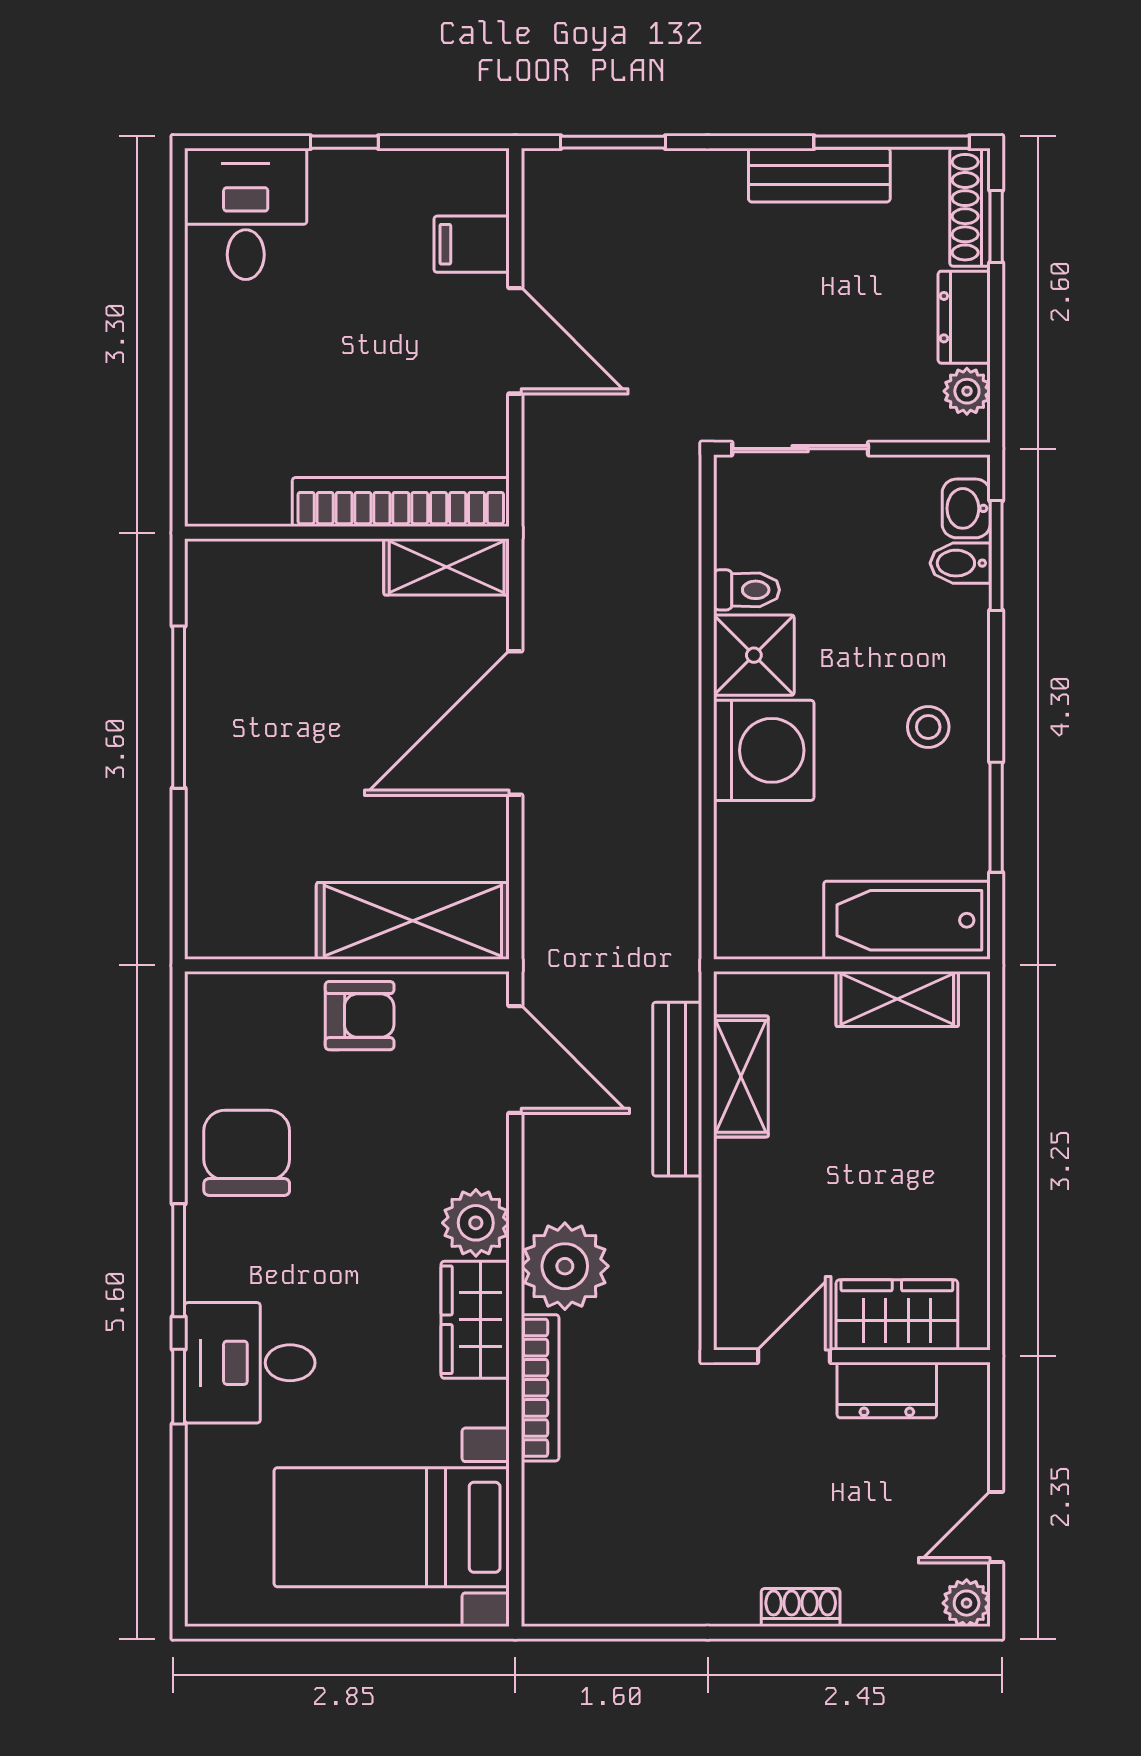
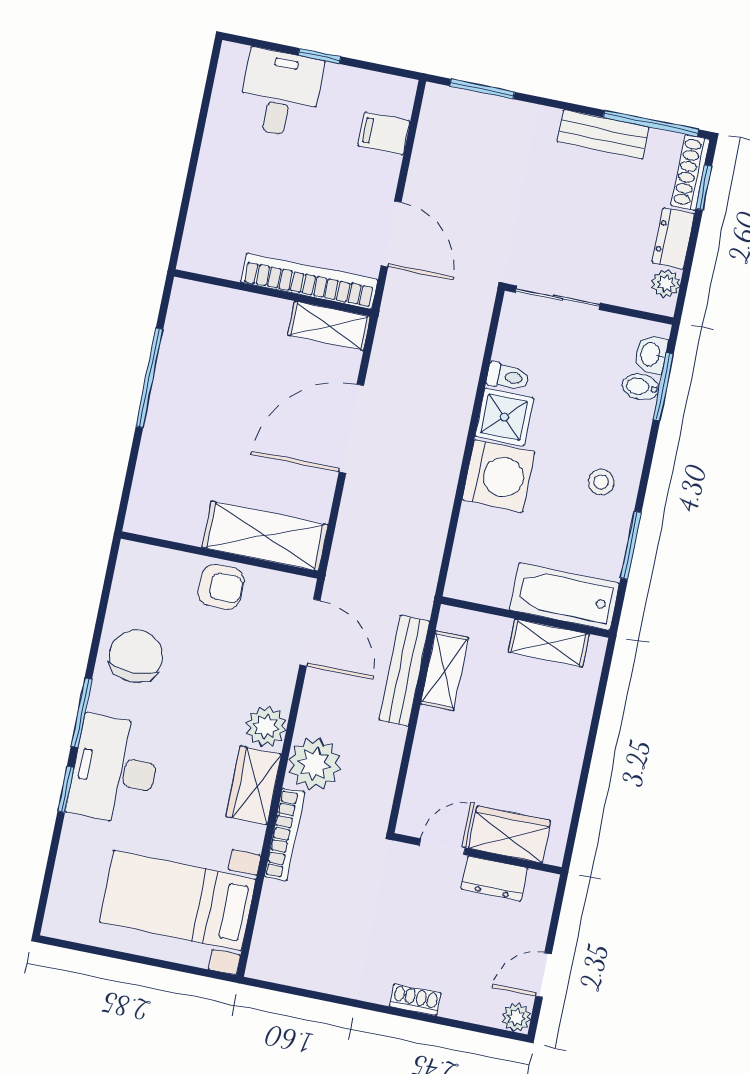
desk: (246, 214) -> (280, 93), moved
door: (515, 341) -> (391, 234), moved
desk: (250, 1363) -> (115, 770), width x1.37

